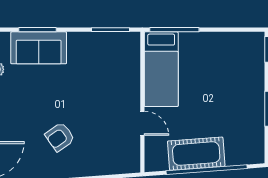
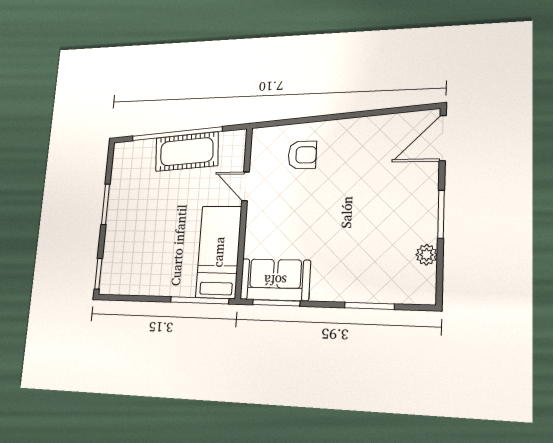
sofa: (39, 48) -> (275, 280), moved
armchair: (60, 137) -> (302, 155), moved, turned 35

